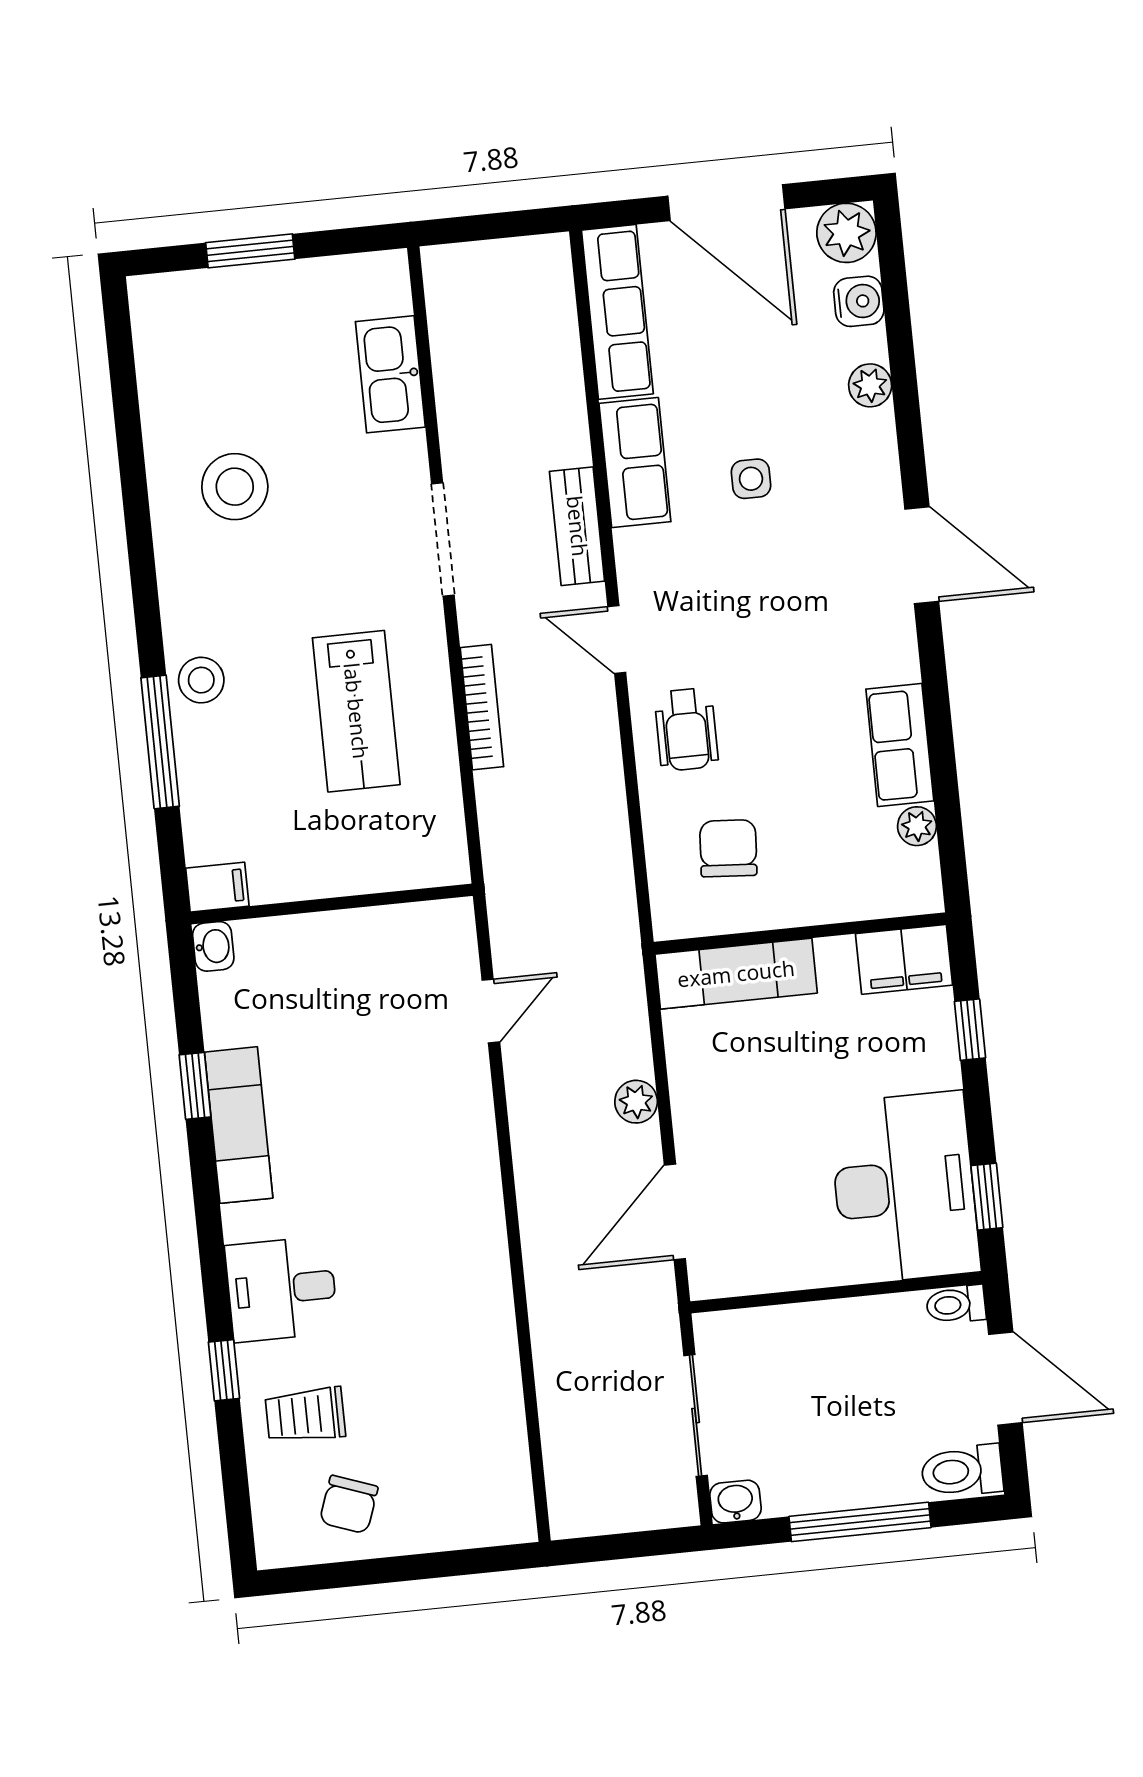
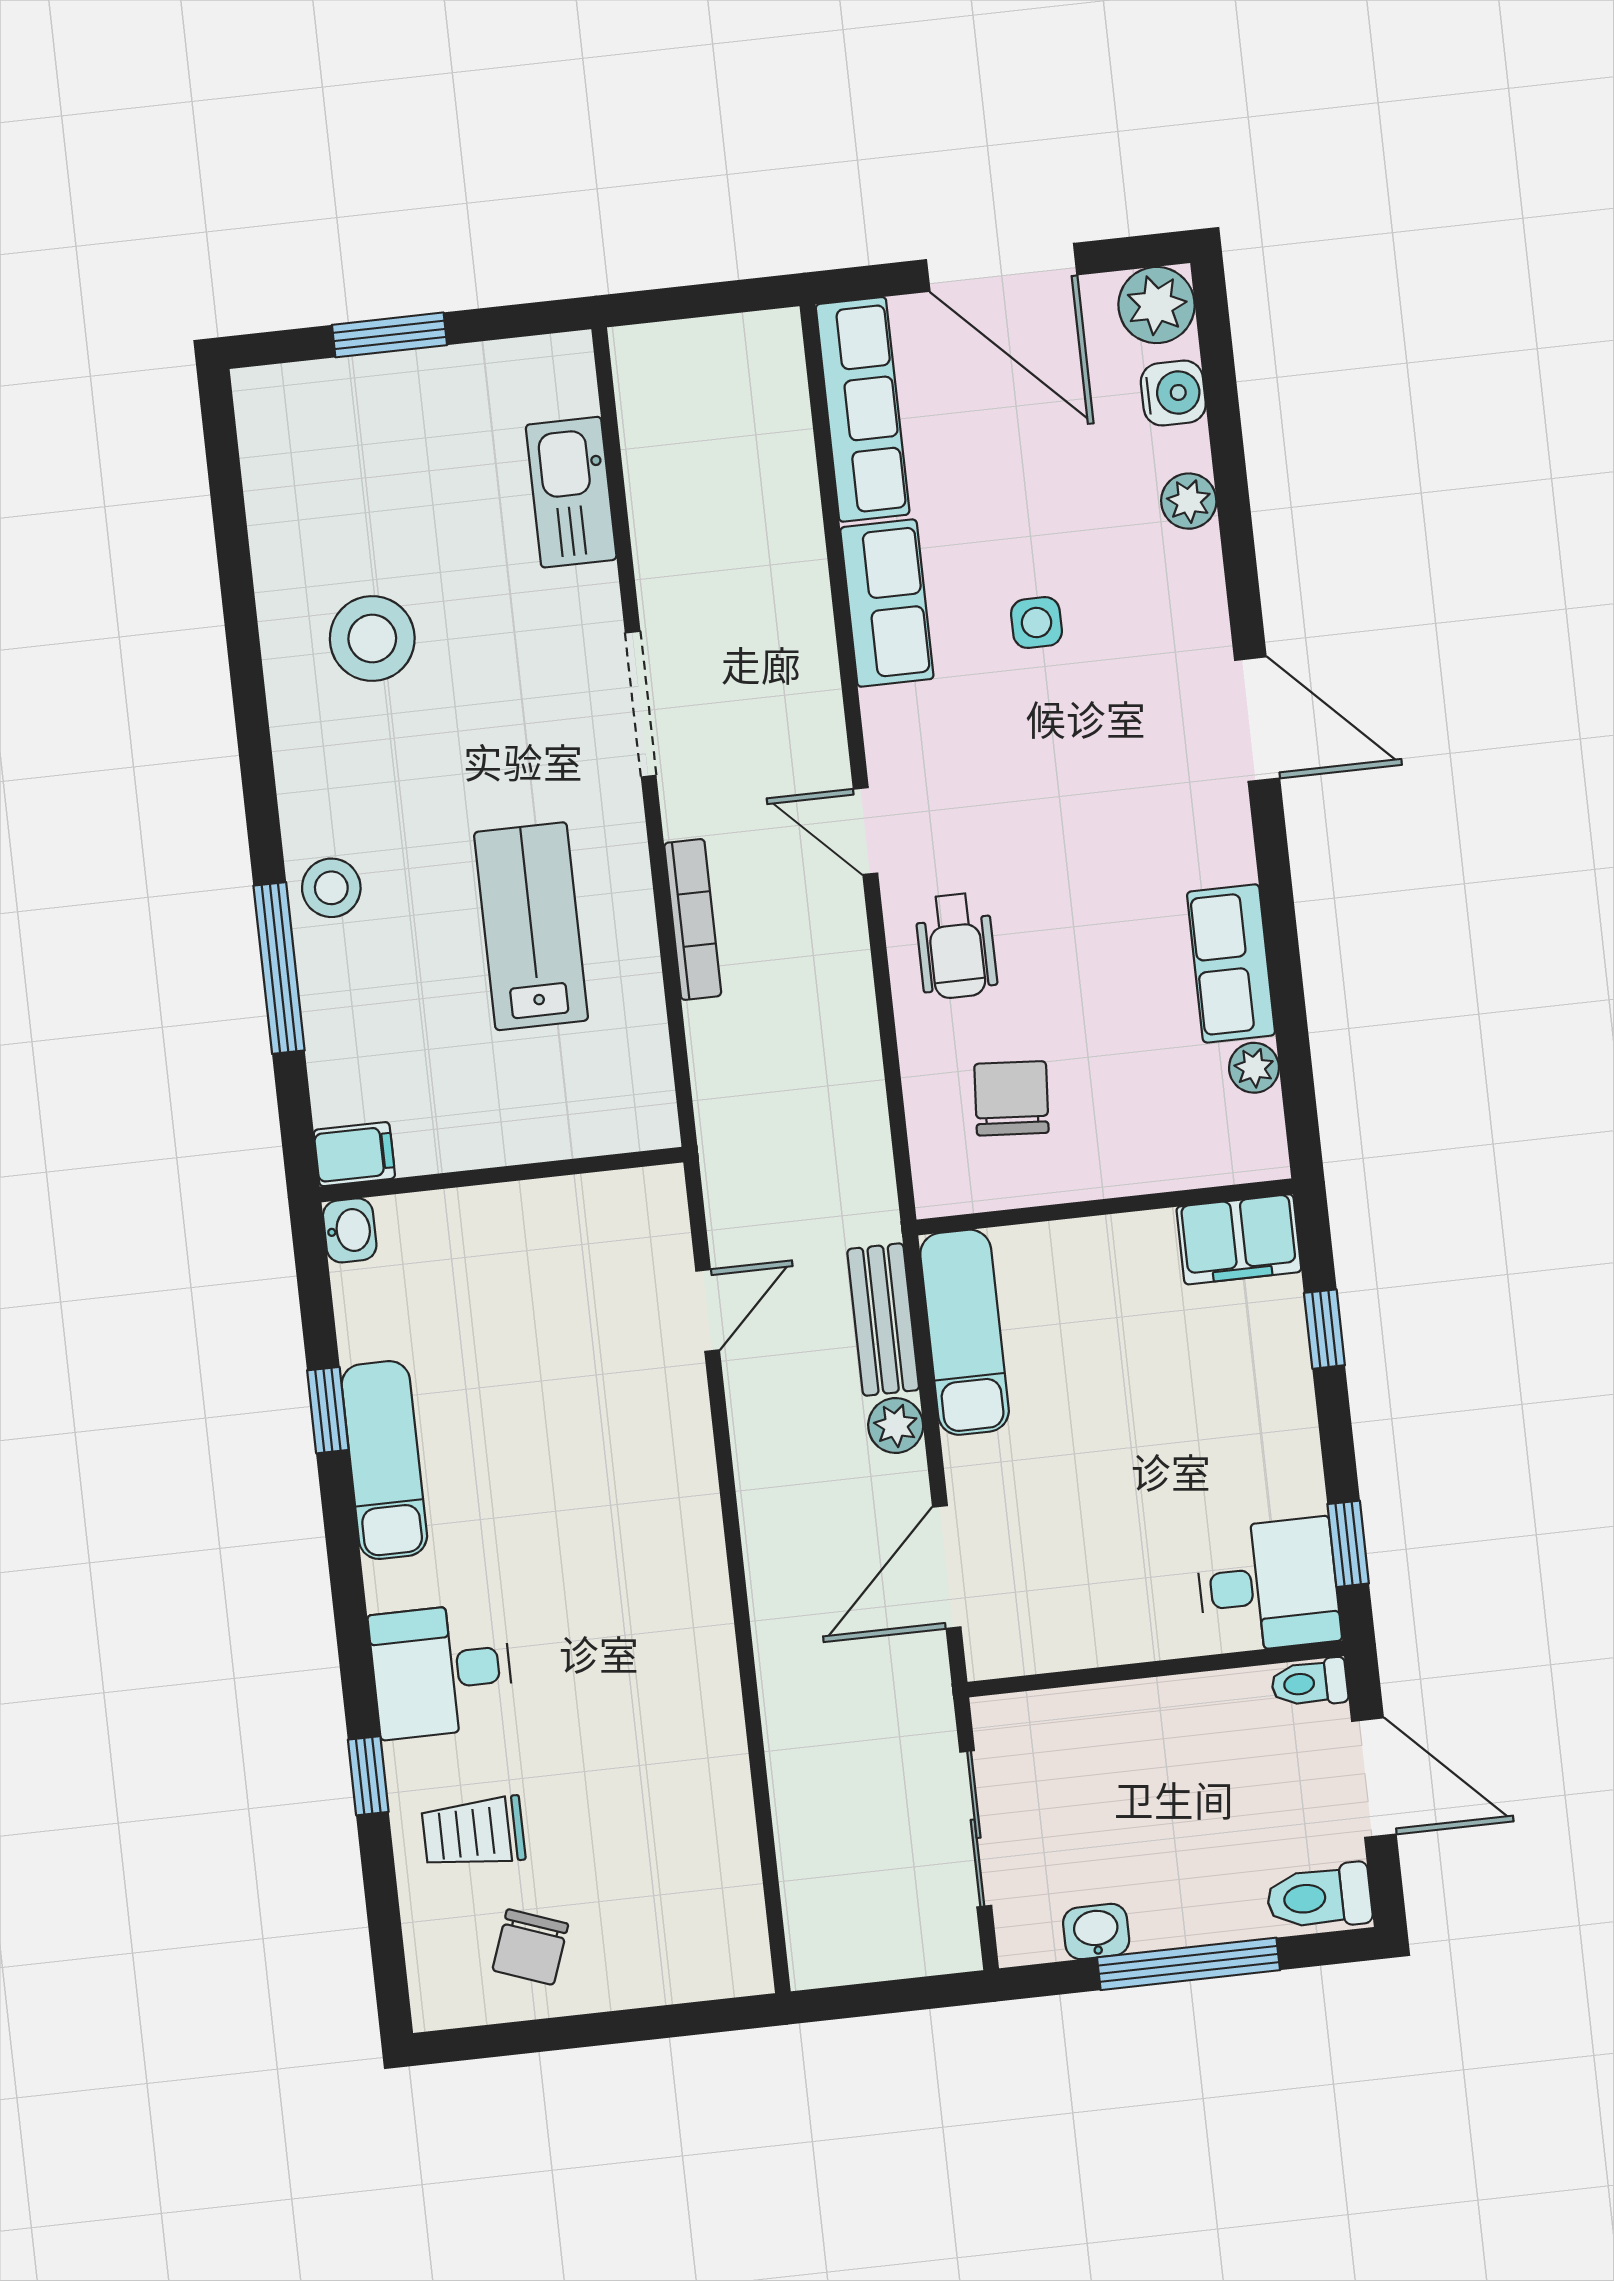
bench: (577, 526) -> (883, 1320), moved
lab bench: (356, 711) -> (531, 926), turned 180
exam couch: (736, 974) -> (965, 1332), moved, turned -90
desk: (904, 1188) -> (1268, 1585), width x0.53, depth x0.77
washbasin: (735, 1502) -> (1096, 1932), moved

